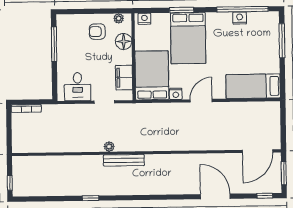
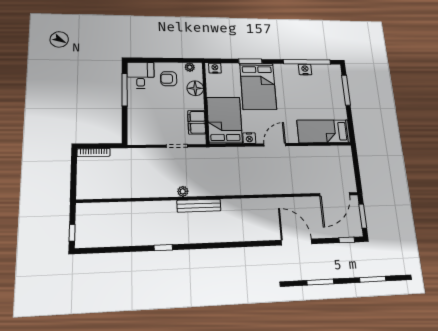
desk: (78, 87) -> (141, 75), moved, turned 180

